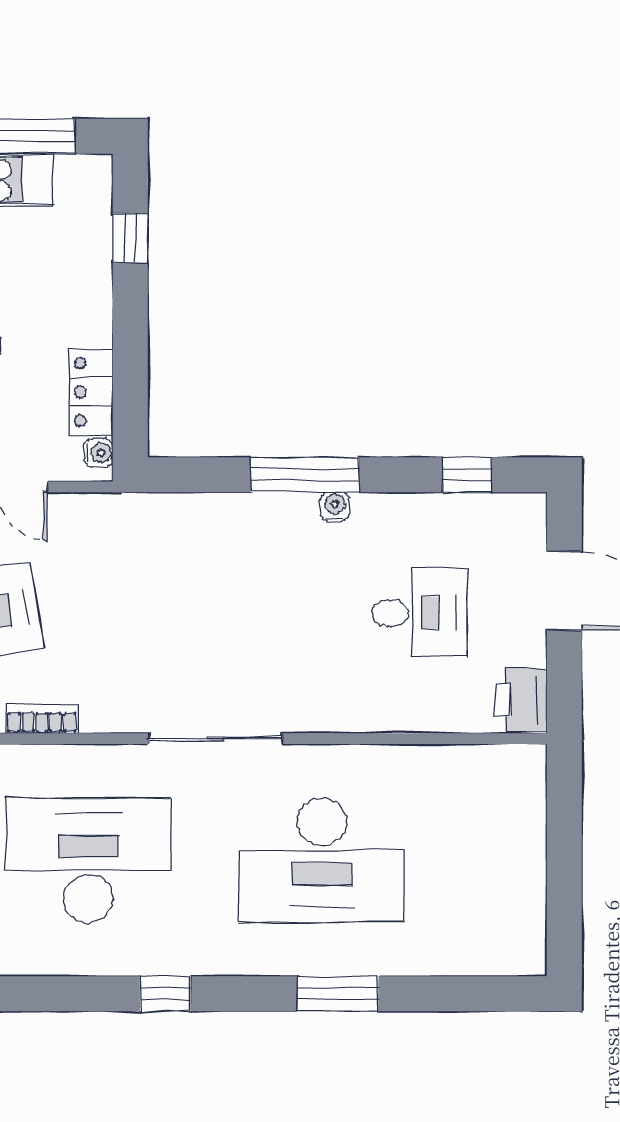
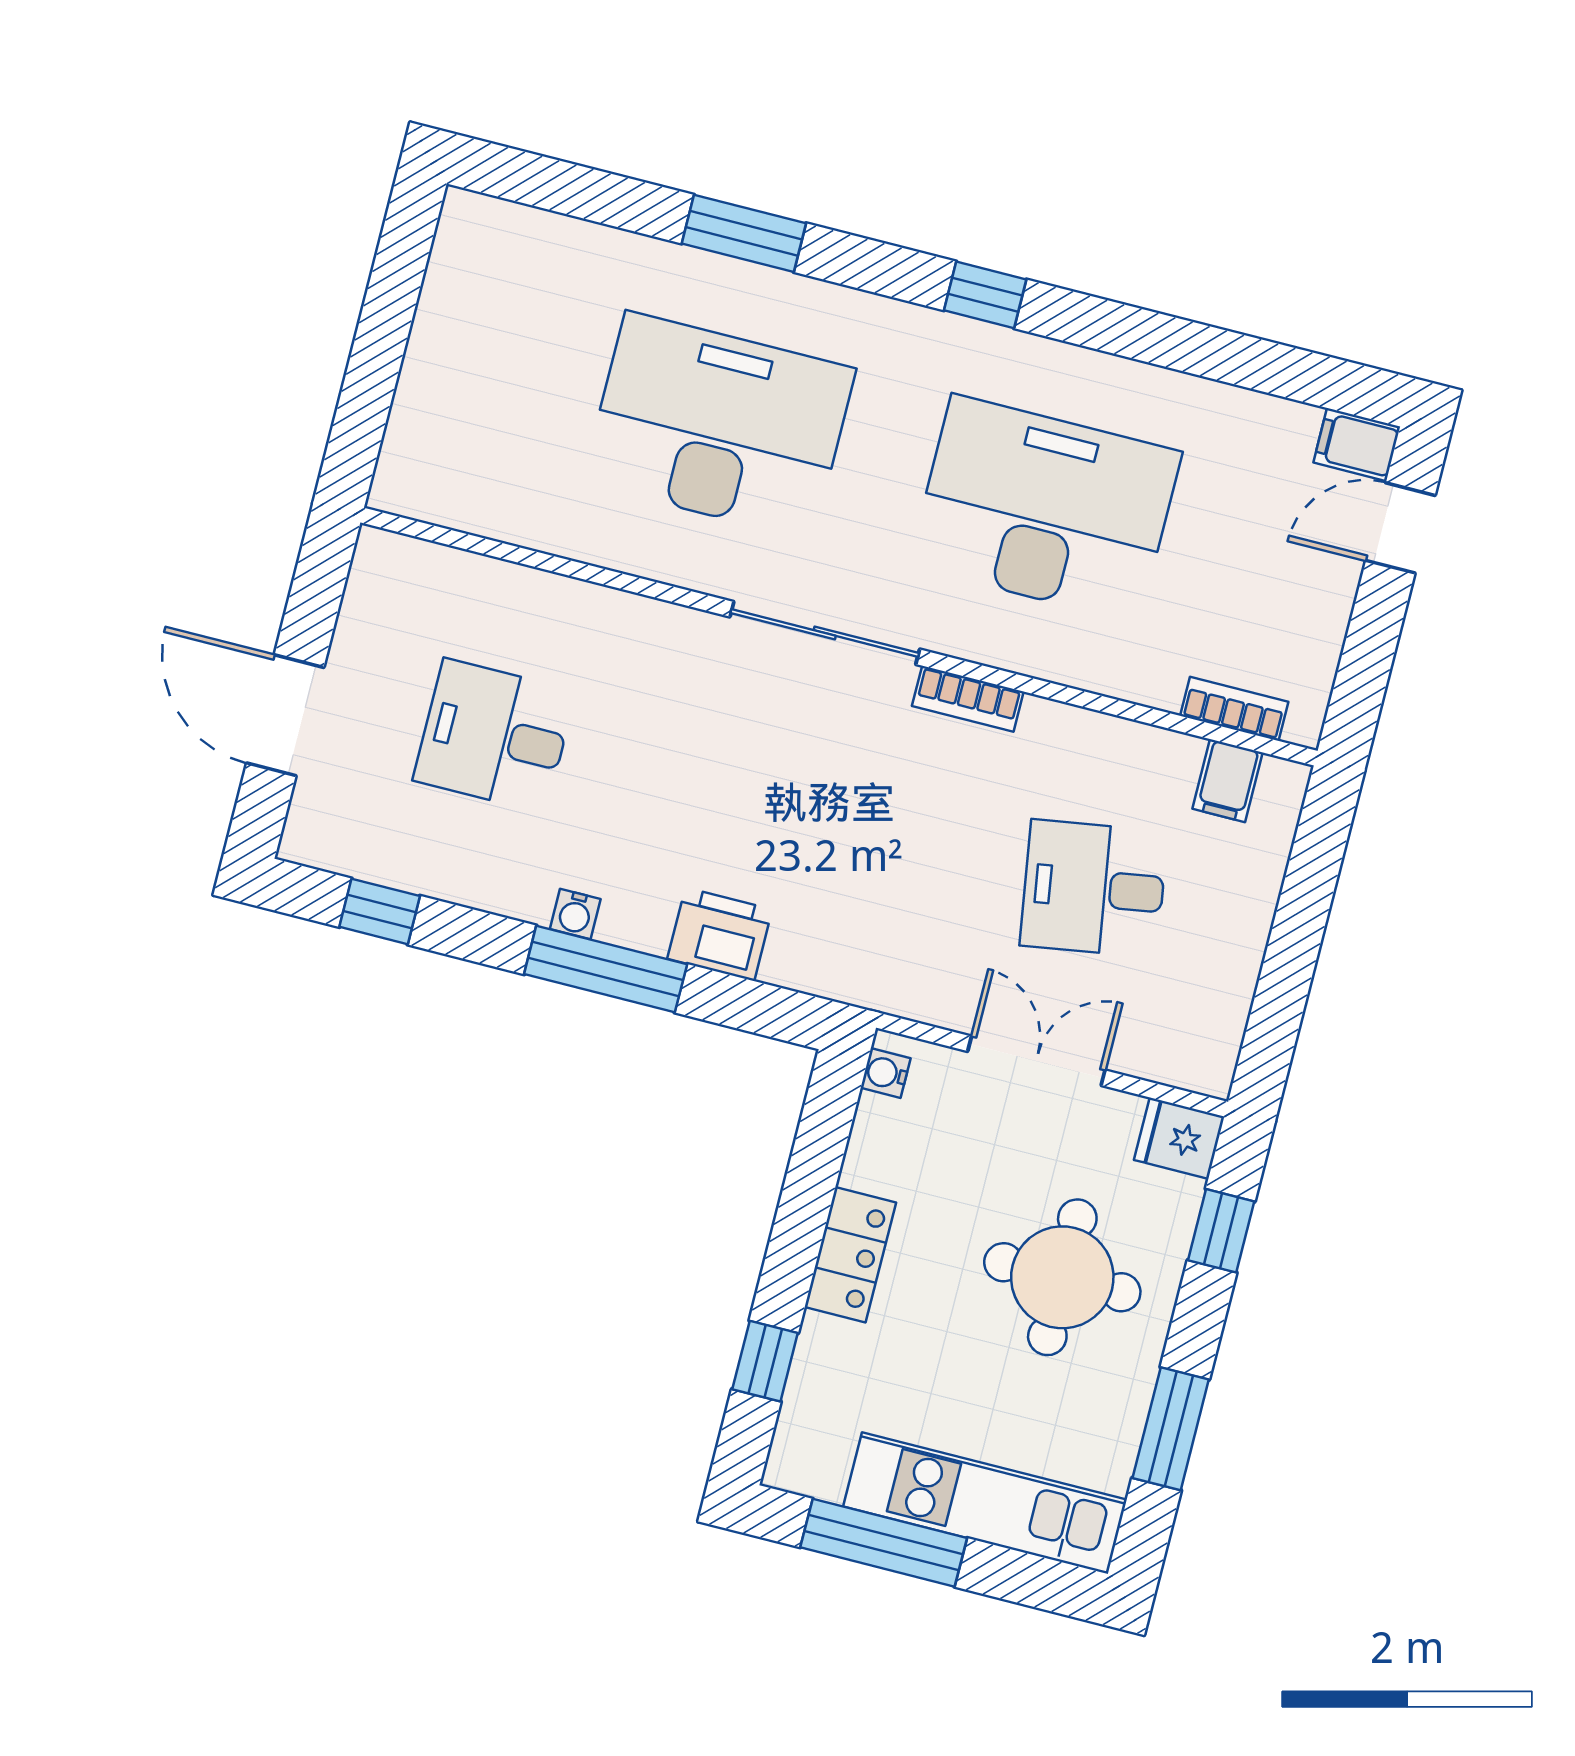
locker: (91, 392) -> (850, 1255), moved
printer: (521, 700) -> (720, 934), moved, turned -90
bookcase: (42, 719) -> (968, 699), moved
desk: (88, 860) -> (1045, 509), turned 180

